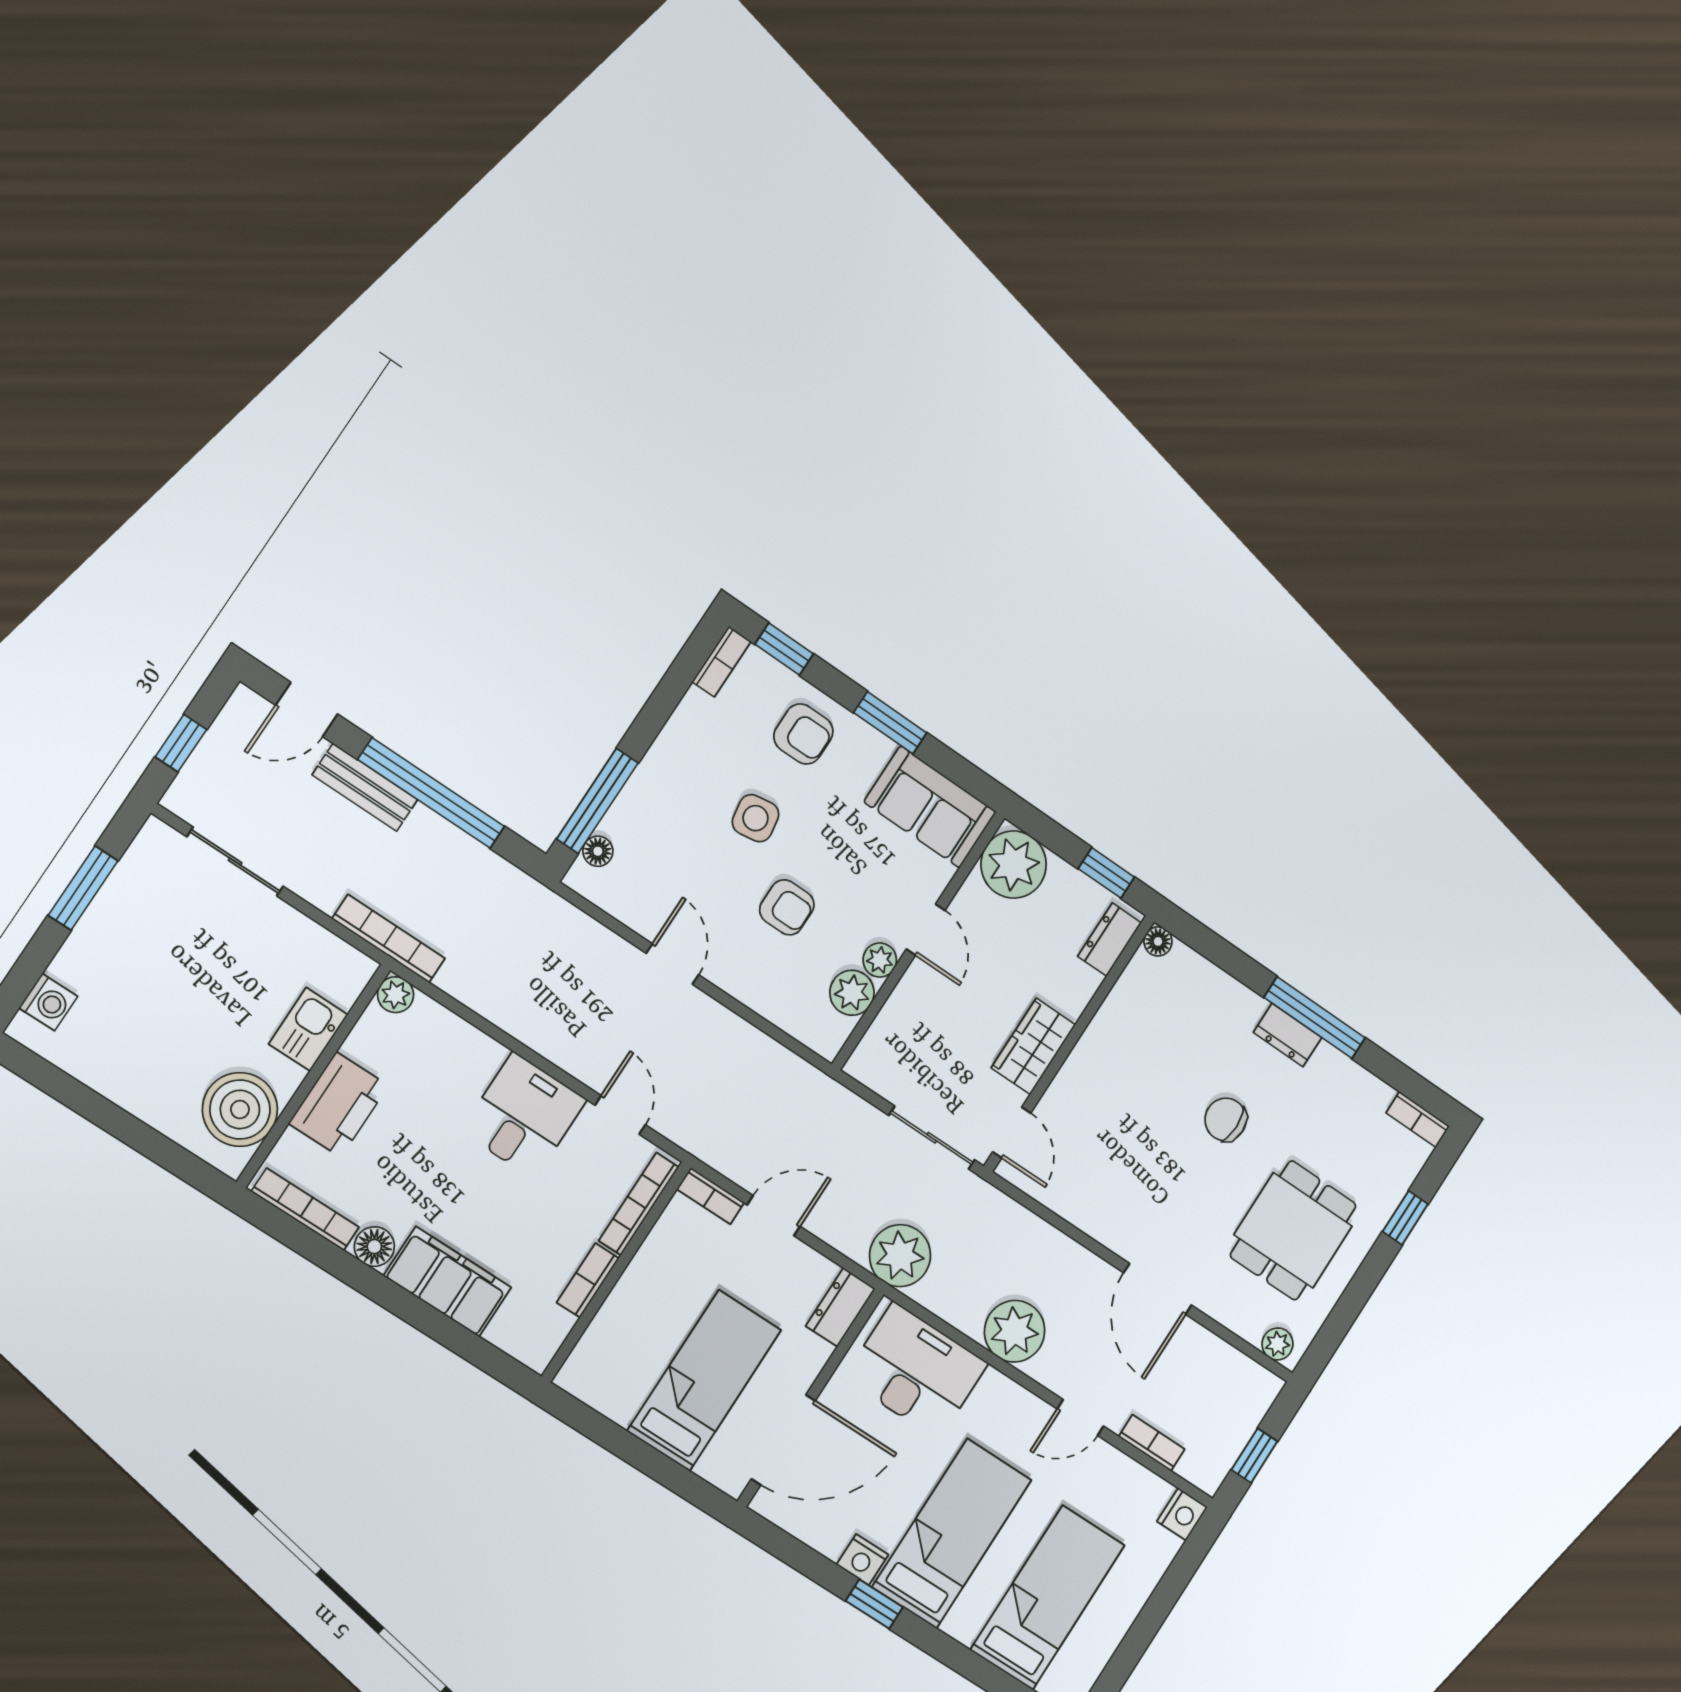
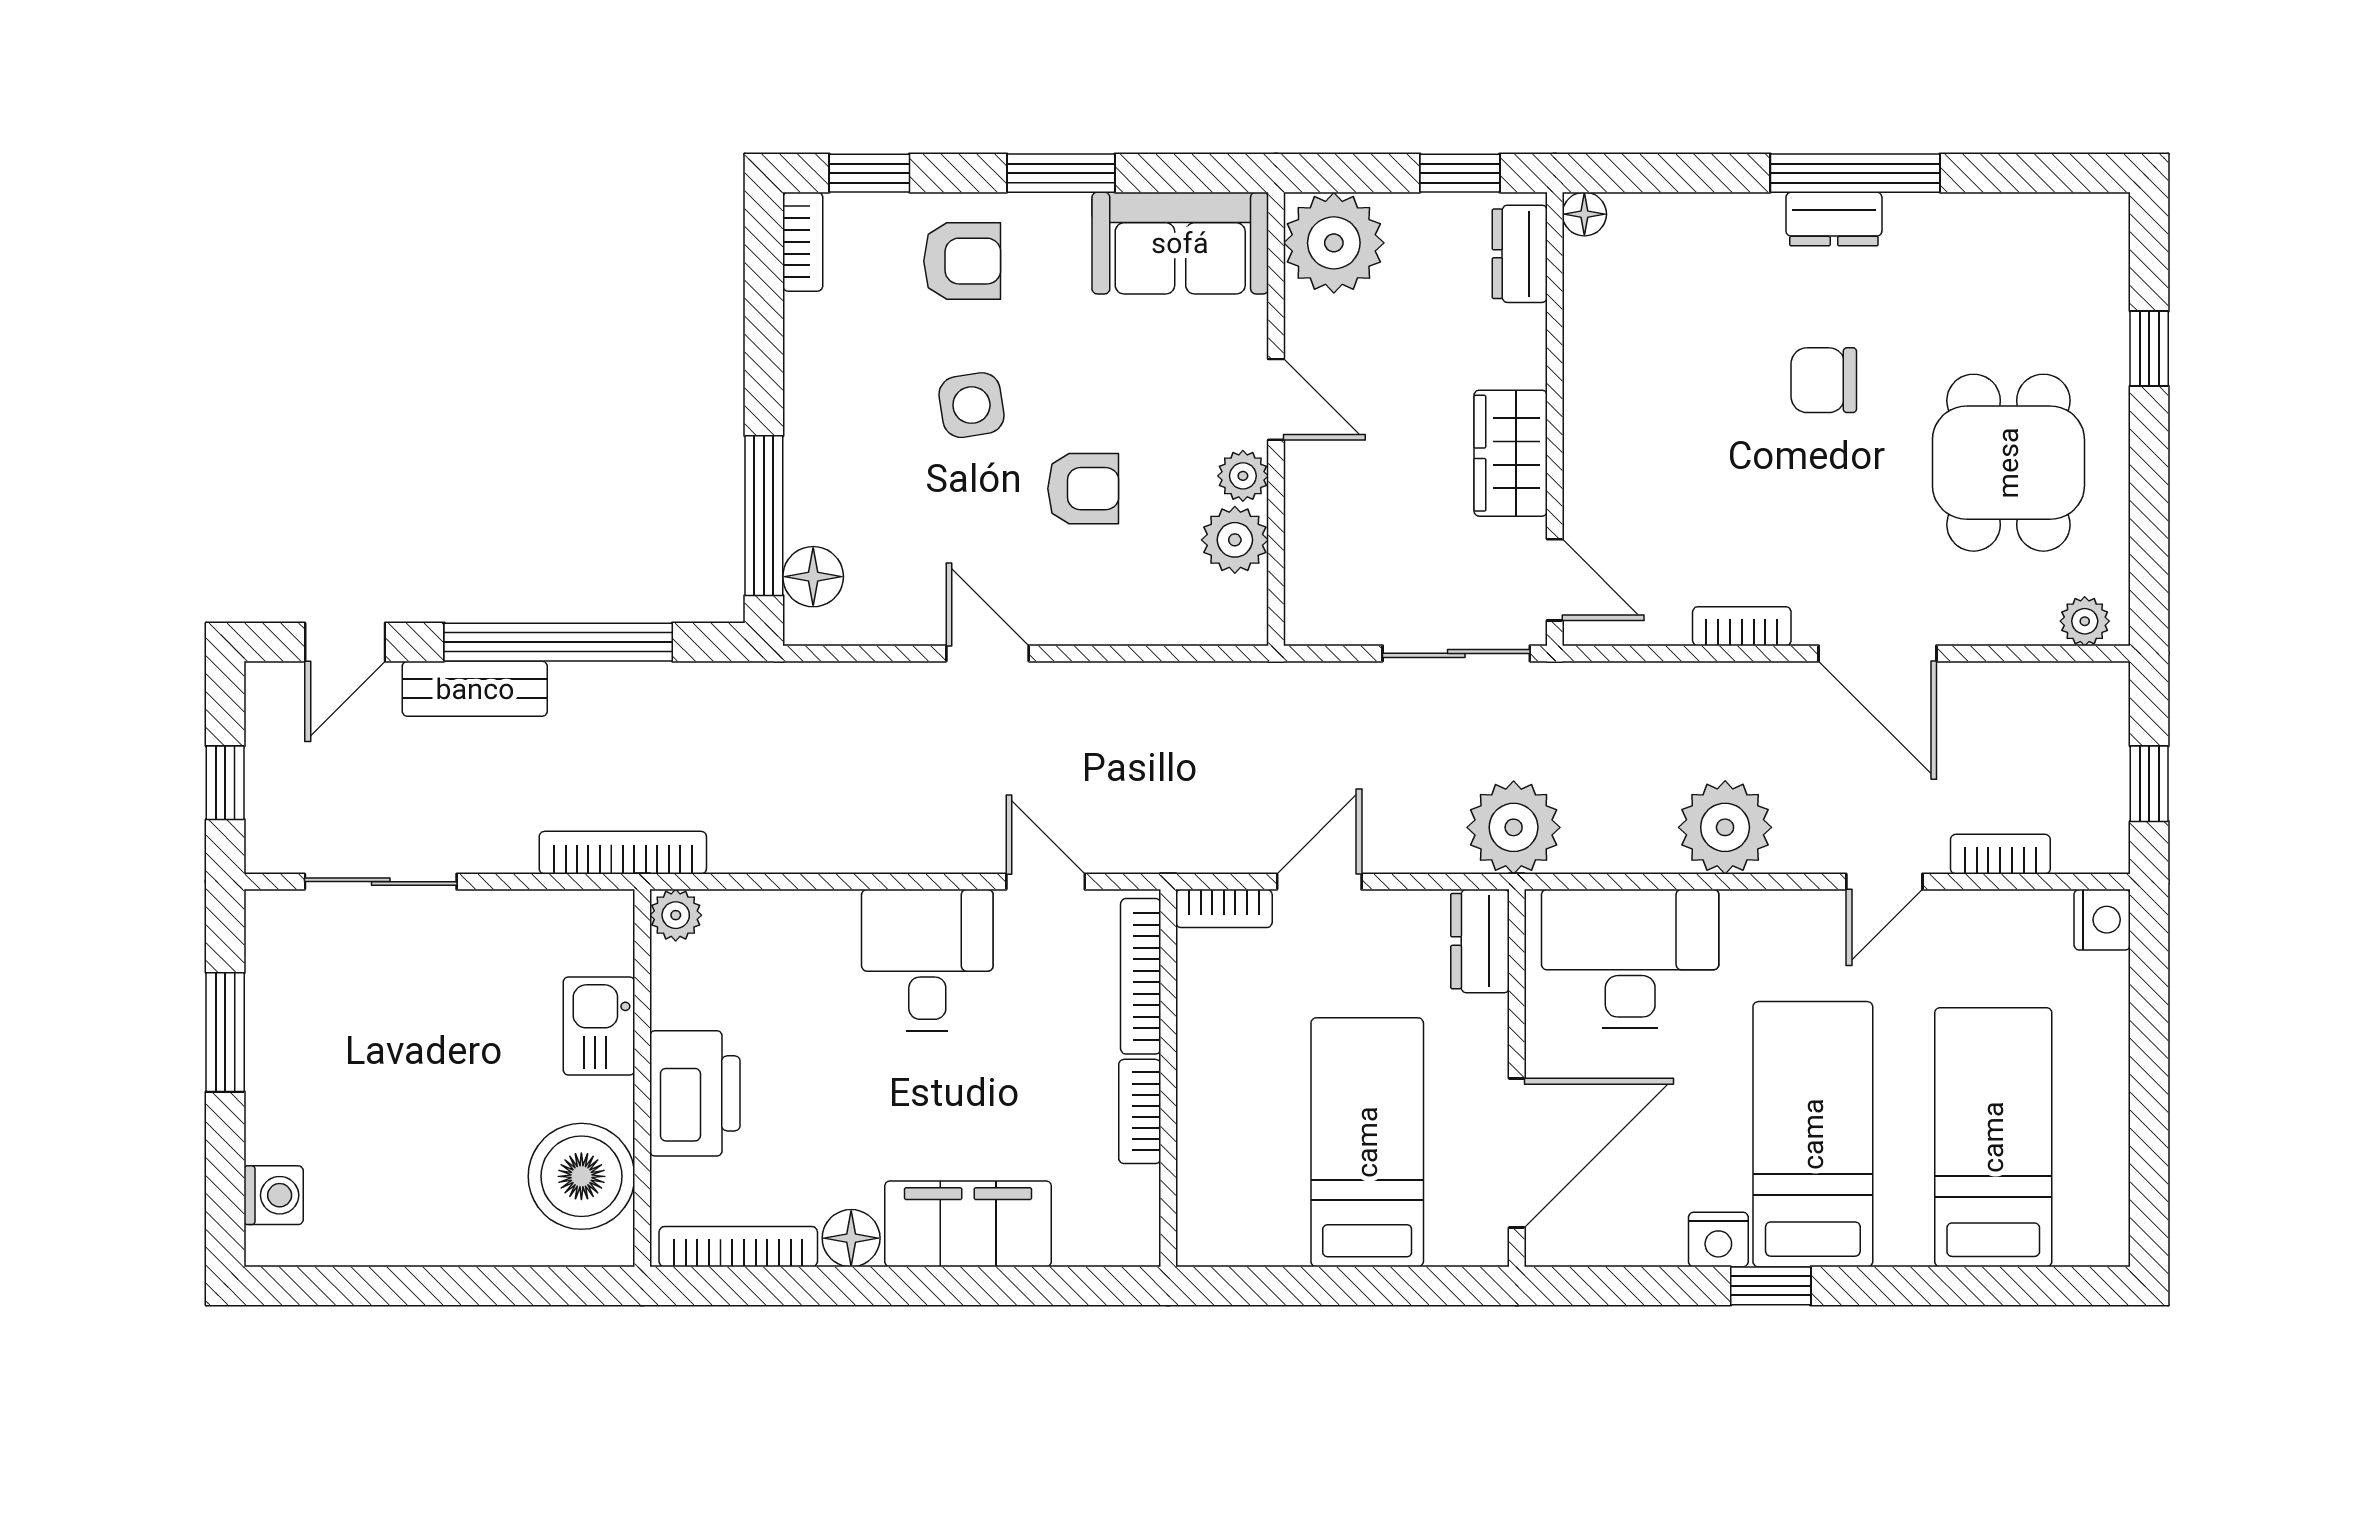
floor lamp: (598, 851) -> (813, 577), width x1.37, depth x1.37
bookcase: (1418, 1120) -> (1742, 626), moved, turned 180

